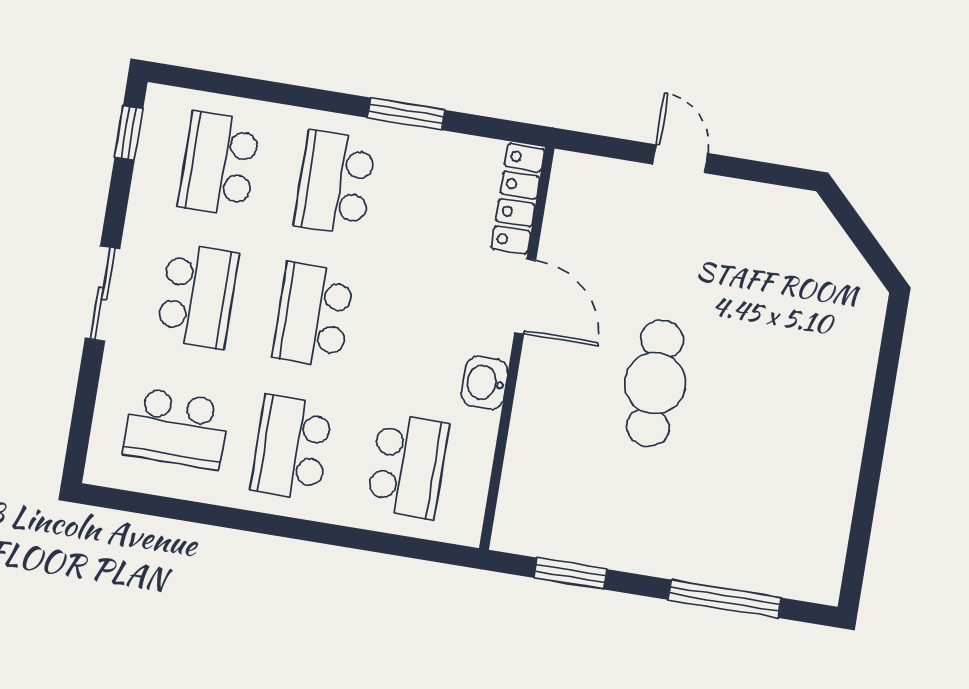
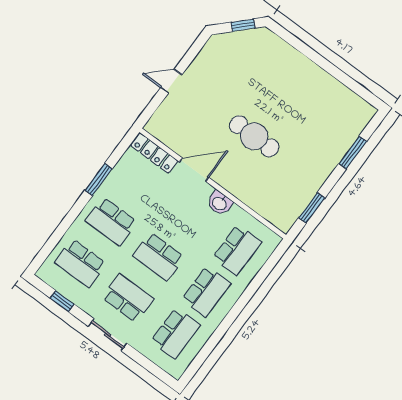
window: (129, 133) -> (62, 301), moved
window: (868, 245) -> (243, 25), added
school desk: (292, 447) -> (206, 292), turned -90
school desk: (408, 466) -> (237, 250), turned 90
window: (725, 599) -> (353, 152), width x0.69

